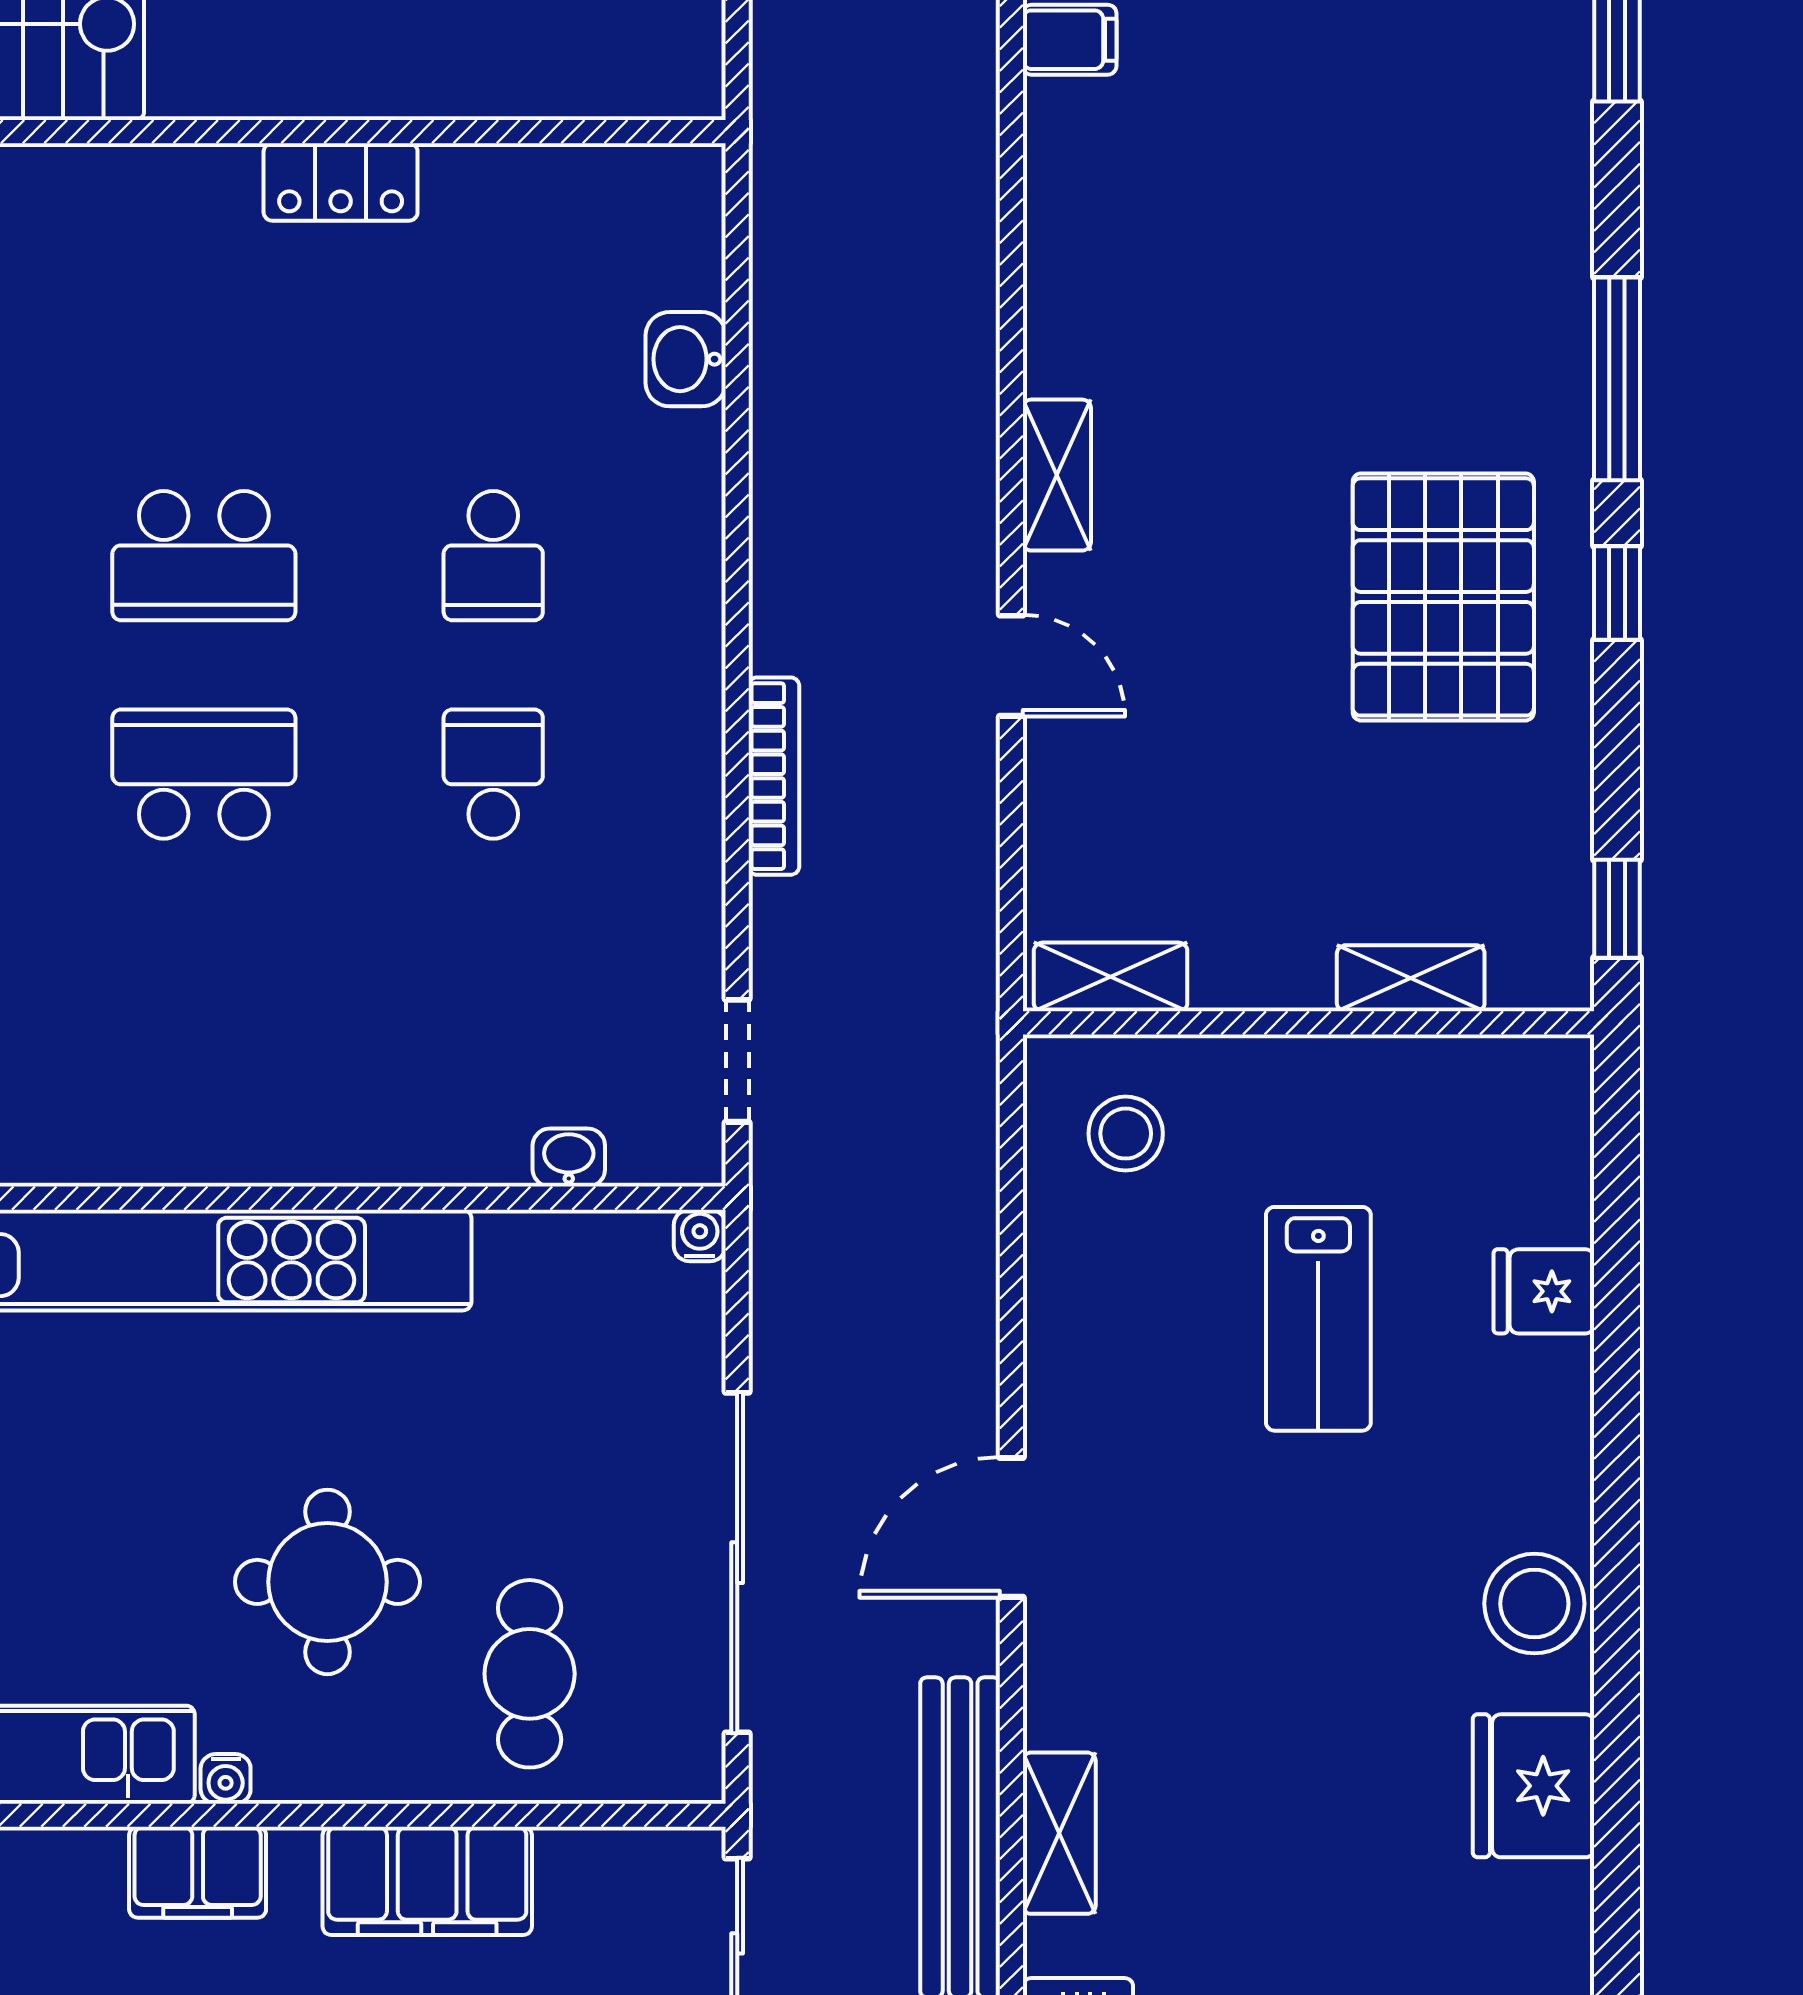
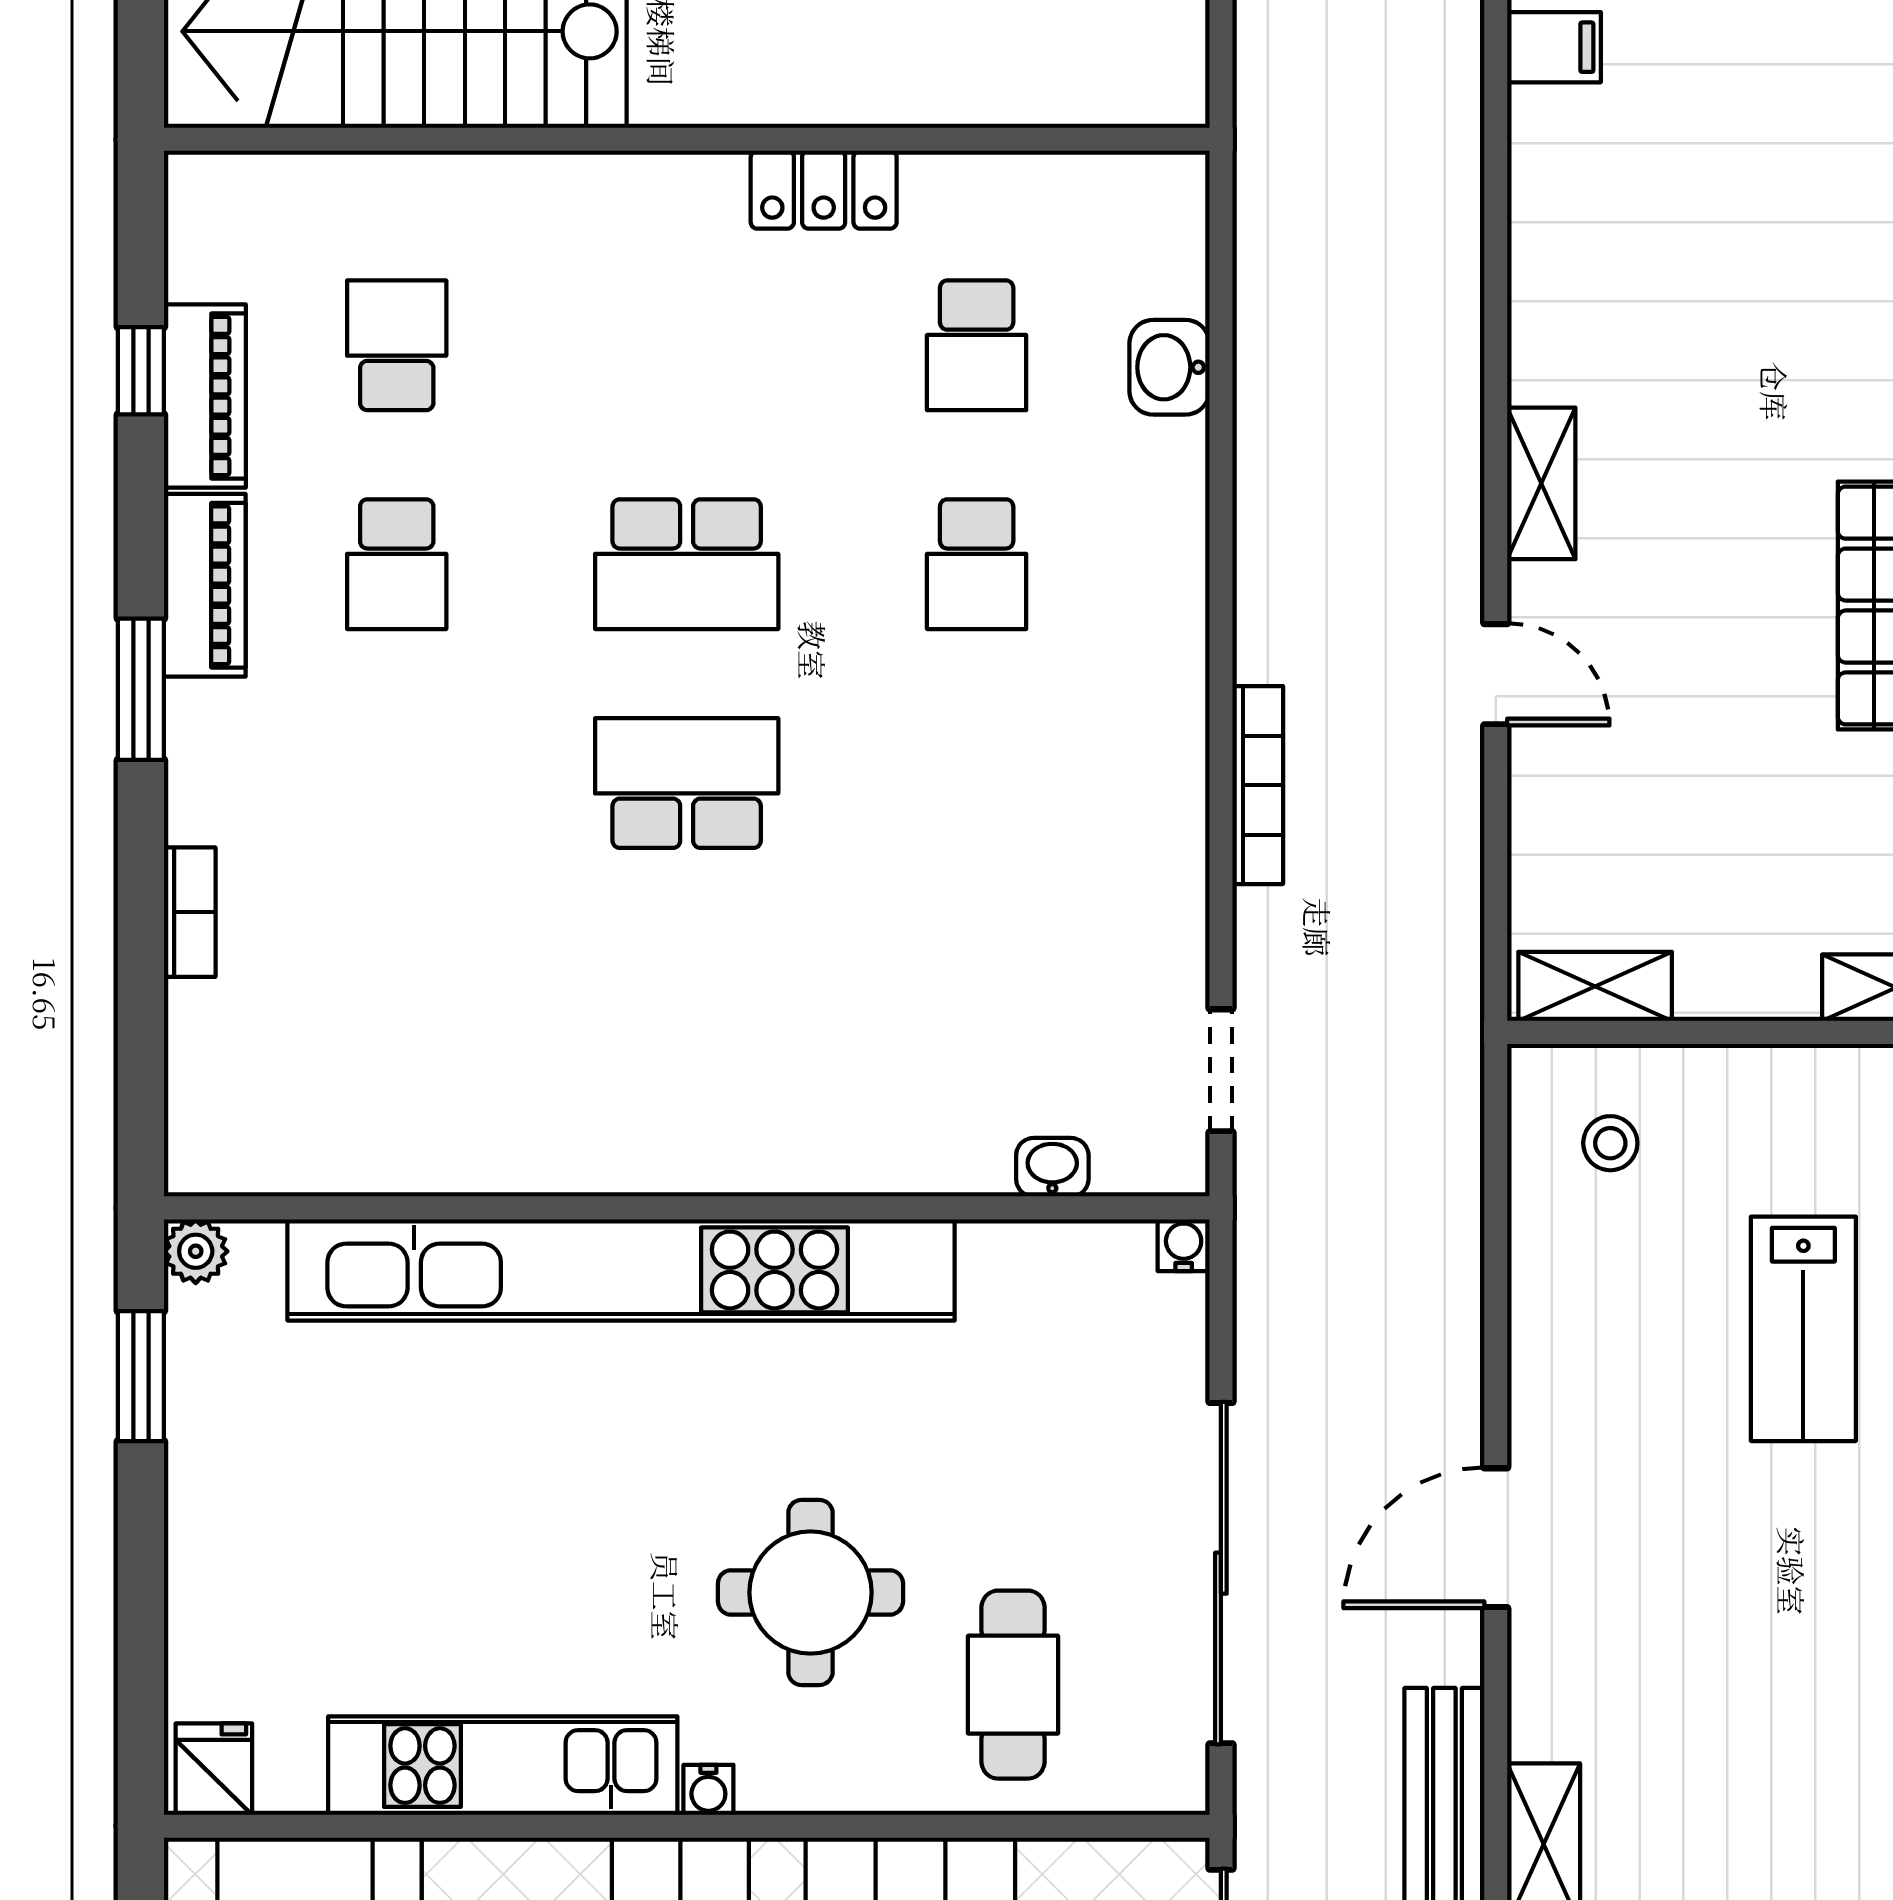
school desk: (493, 774) -> (977, 345), moved, turned 180
stool: (1126, 1134) -> (1610, 1143), width x0.73, depth x0.73

